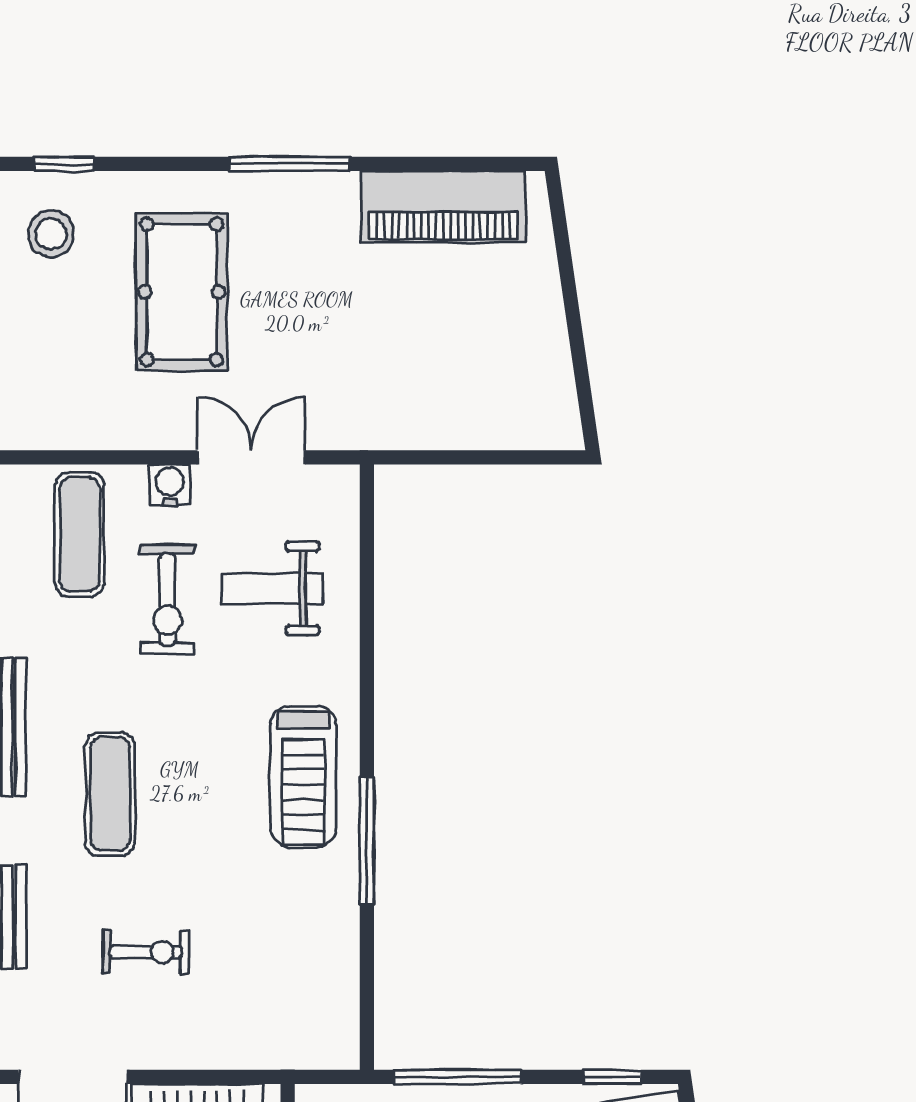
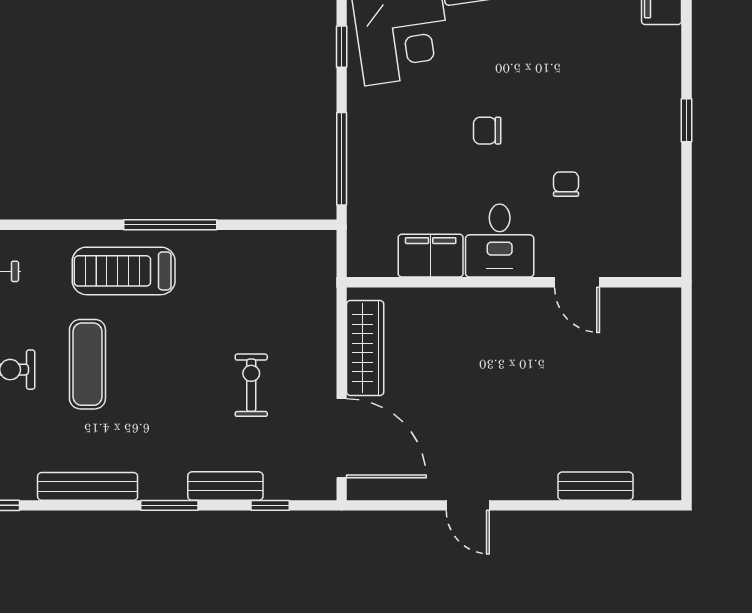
treadmill: (303, 776) -> (124, 271), turned 180
exercise mat: (110, 794) -> (87, 364), moved, turned 90

